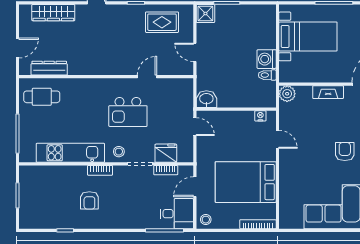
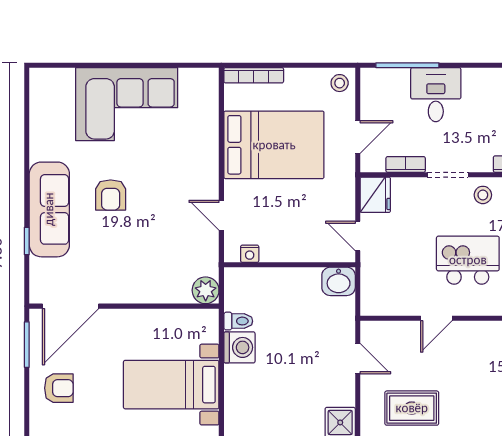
fireplace: (328, 92) -> (138, 293), removed
fridge: (166, 153) -> (375, 195), moved, turned -90
desk: (177, 214) -> (436, 95), moved, turned 90

